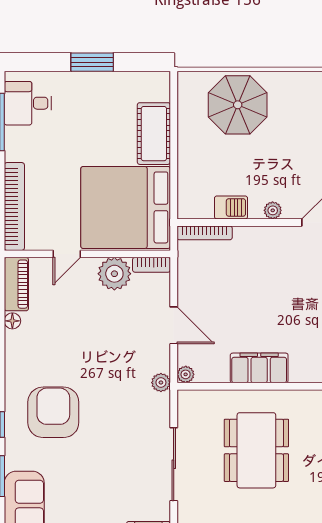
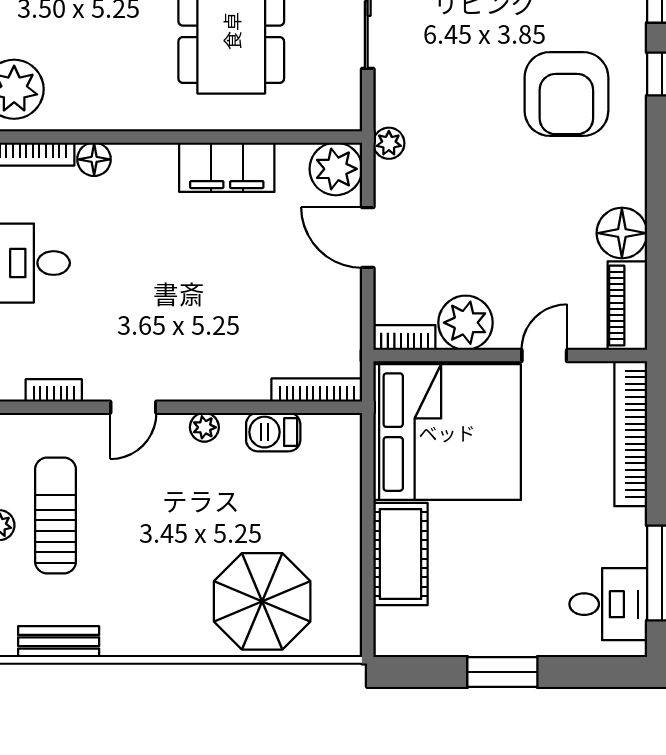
floor lamp: (12, 321) -> (622, 233), width x1.89, depth x1.89
plant: (186, 374) -> (336, 169), width x1.88, depth x1.88

